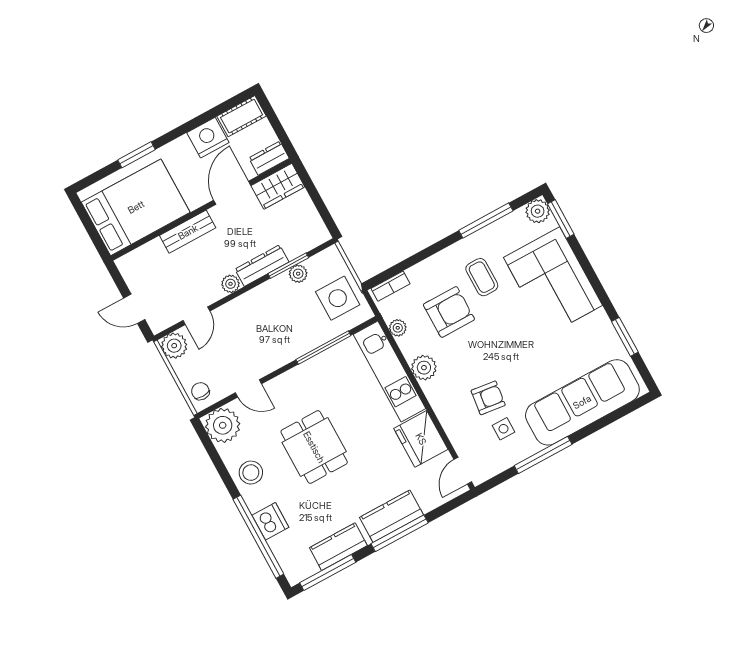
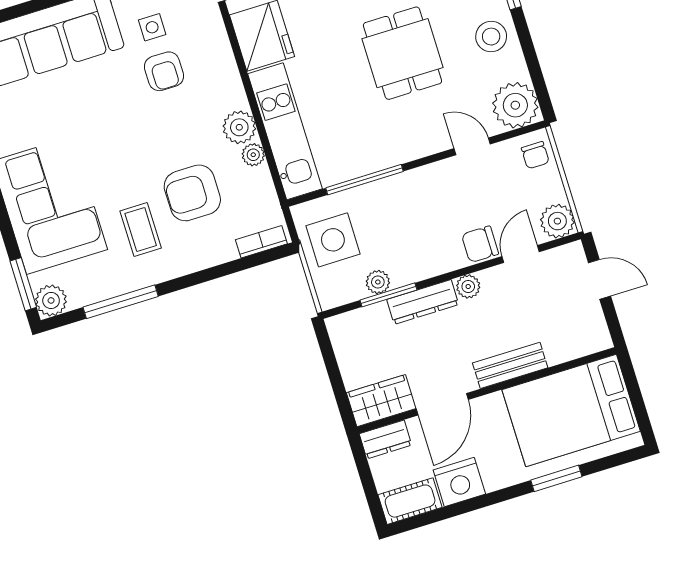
chair: (228, 317) -> (480, 244), added
plant: (398, 328) -> (253, 155), moved
armchair: (488, 398) -> (164, 71), turned -97

